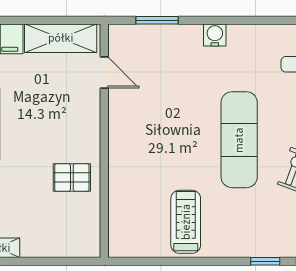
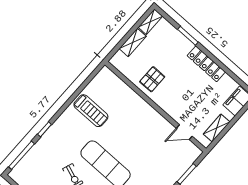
shelving: (61, 38) -> (217, 128), width x0.67, depth x0.75
shelving: (46, 247) -> (133, 42), added

